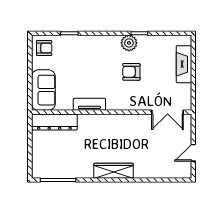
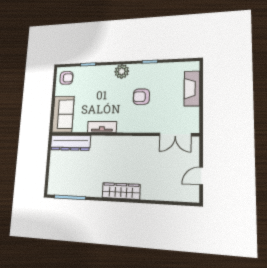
plant: (129, 43) -> (122, 71), moved

